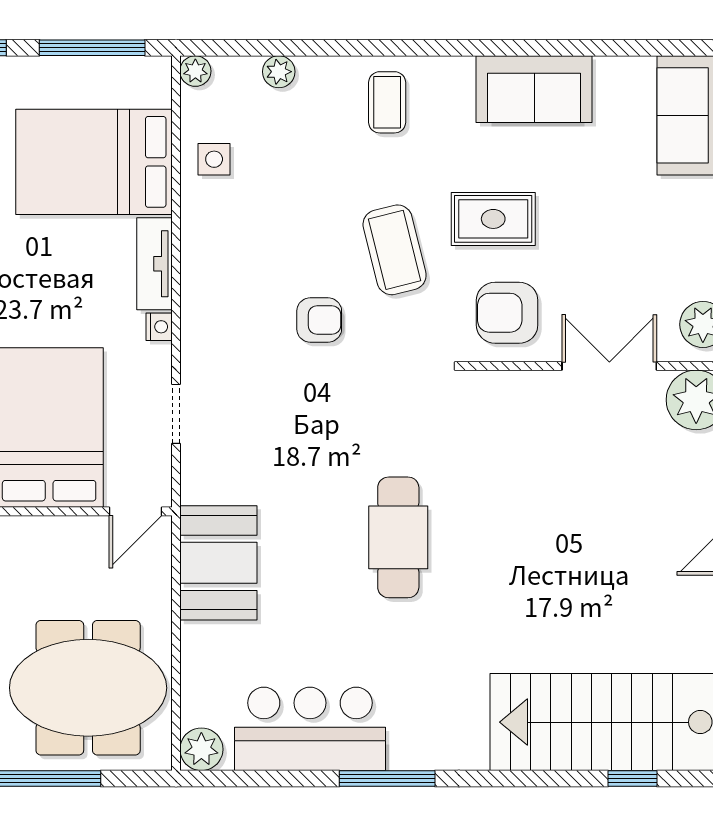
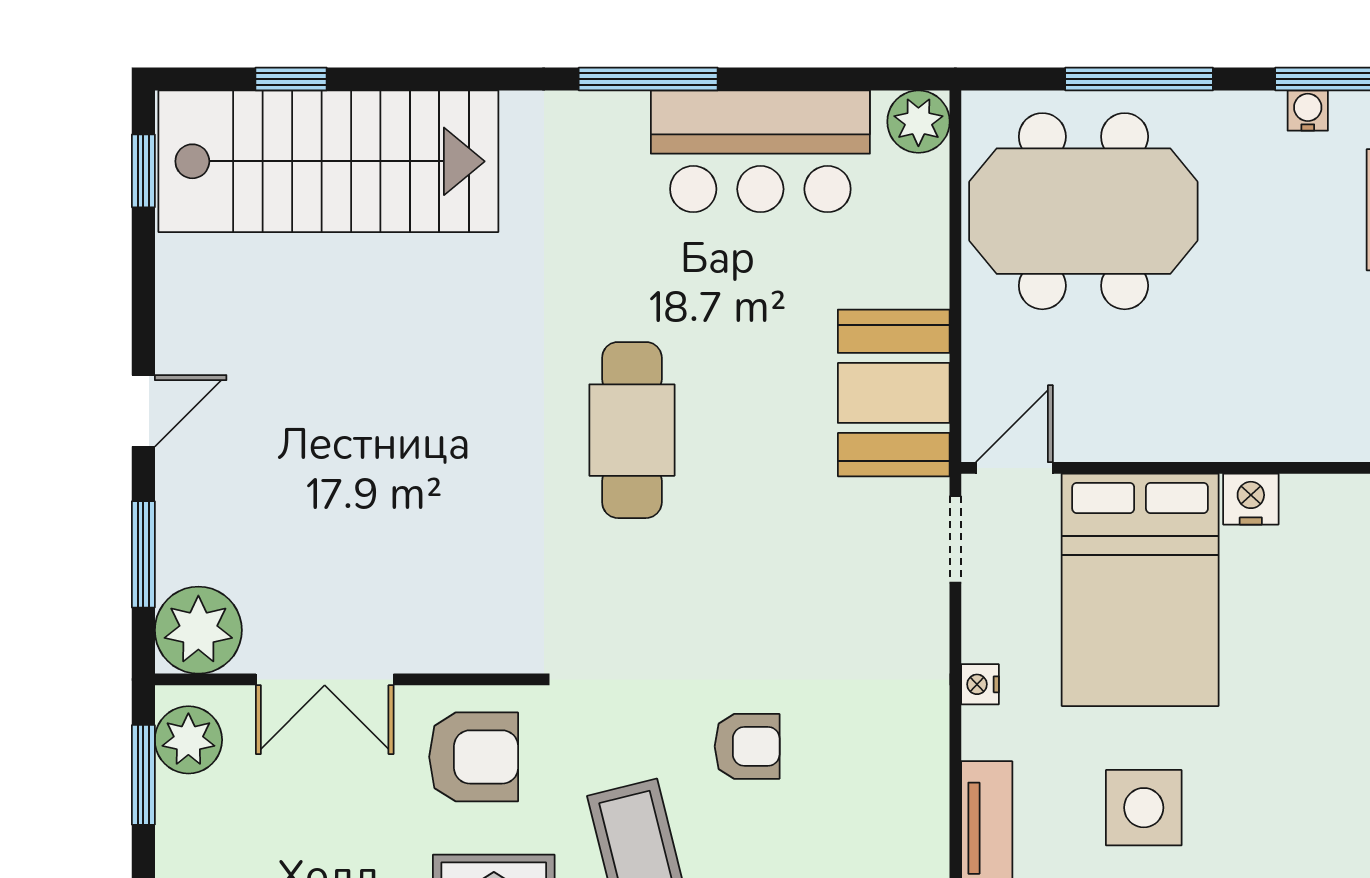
side table: (47, 278) -> (1144, 808), added
armchair: (319, 320) -> (747, 746), turned 180
nightstand: (159, 327) -> (980, 684), moved
doorway: (176, 414) -> (955, 539), moved

